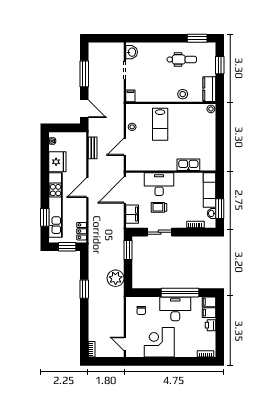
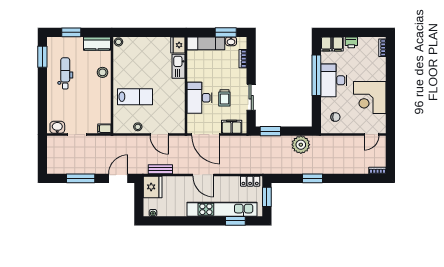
fridge: (57, 162) -> (153, 187), moved, turned 90
fridge: (208, 164) -> (178, 45), added

